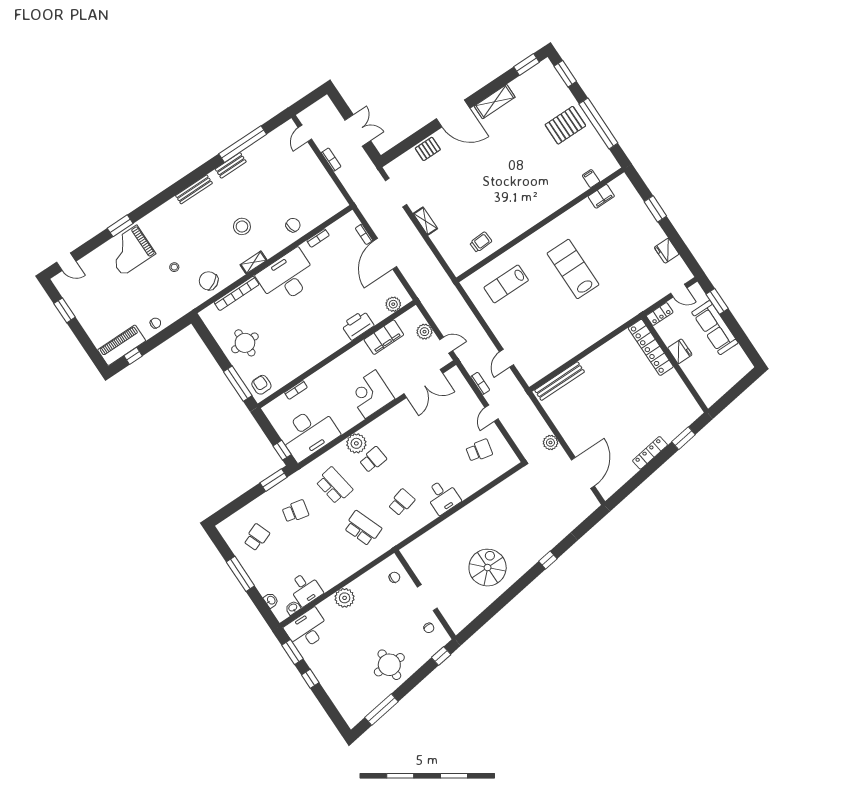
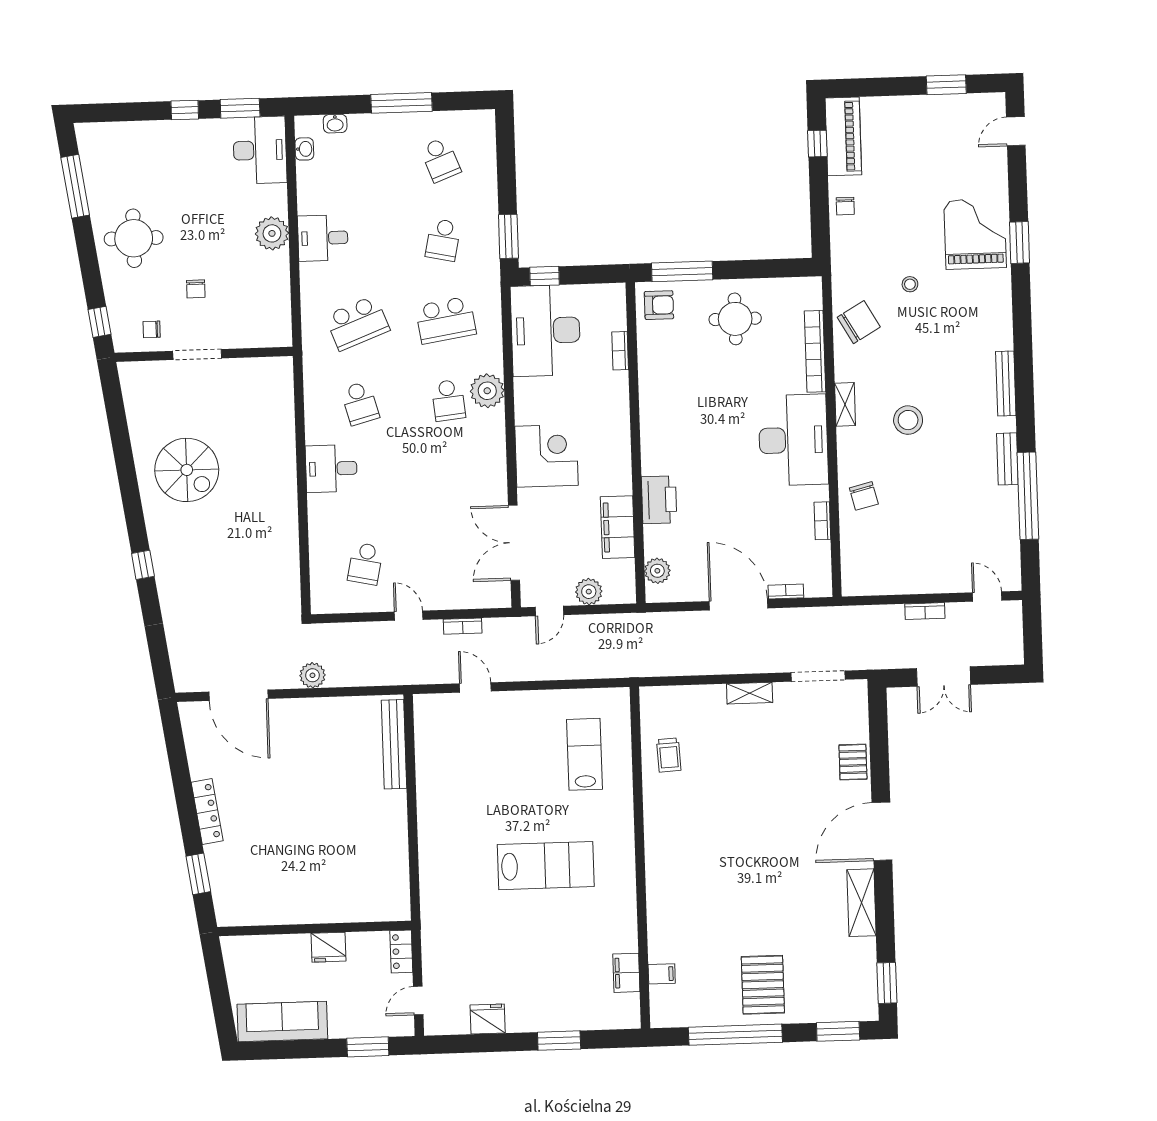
sofa: (715, 328) -> (282, 1022), moved
locker: (651, 347) -> (361, 908), removed
chair: (394, 577) -> (196, 289), moved
desk: (305, 589) -> (323, 238), moved

